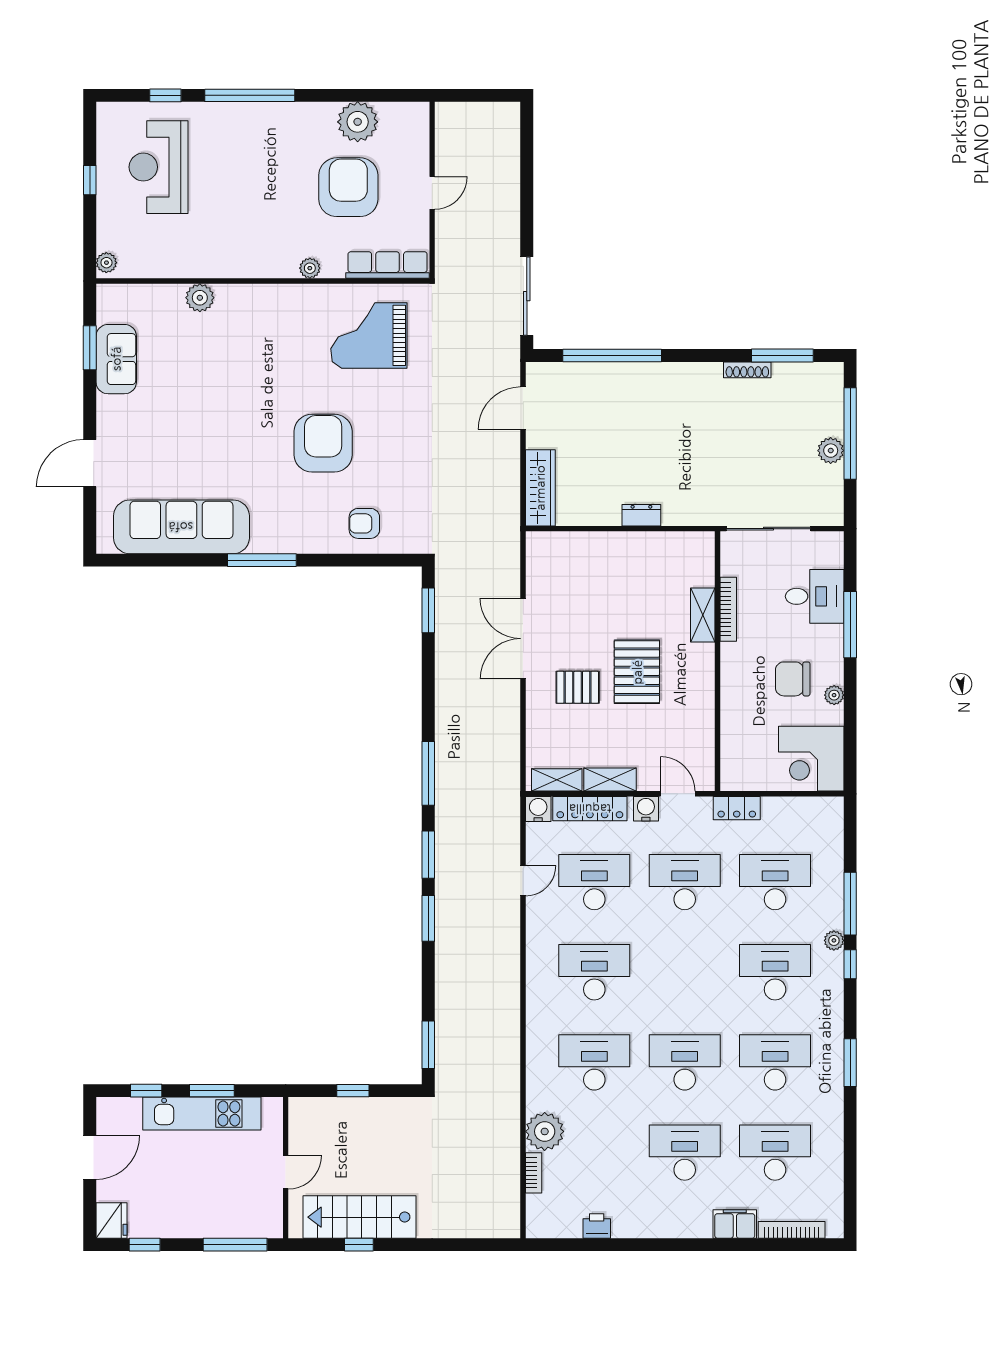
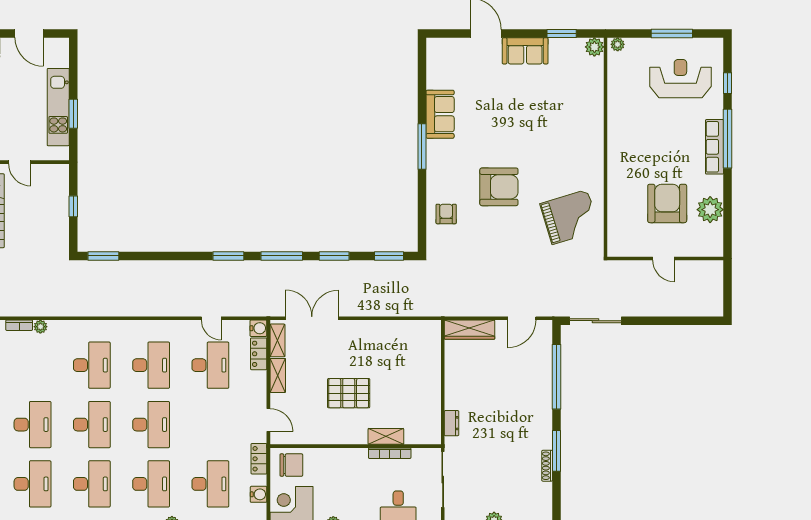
window: (90, 180) -> (672, 33), width x2.17
armchair: (348, 187) -> (667, 203), turned -90
row of seats: (388, 265) -> (715, 147), moved, turned 180
plant: (310, 268) -> (614, 178), removed
plant: (200, 298) -> (594, 47), moved
grand piano: (369, 335) -> (570, 217), turned 73
window: (782, 356) -> (557, 451), moved
sofa: (116, 359) -> (525, 51), moved
door: (523, 408) -> (522, 318), swing flipped
dresser: (641, 515) -> (452, 423), moved
sofa: (181, 527) -> (440, 114), width x0.54, depth x0.79
double door: (523, 639) -> (312, 318), moved
chair: (793, 679) -> (291, 465), moved, turned 90
pallet: (578, 687) -> (338, 354), removed
door: (678, 794) -> (268, 420), hinge flipped
locker: (590, 809) -> (259, 354), width x0.66
water cooler: (646, 809) -> (259, 494), moved
desk: (685, 882) -> (151, 425), moved
window: (428, 918) -> (334, 256), moved
window: (146, 1091) -> (73, 70), removed
plant: (545, 1131) -> (40, 327), width x0.53, depth x0.53

